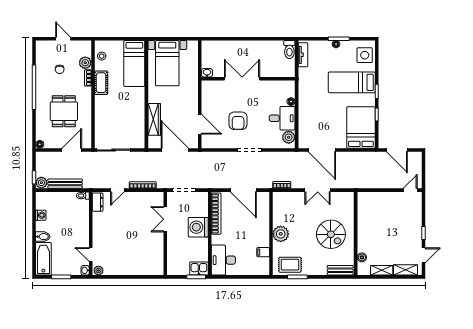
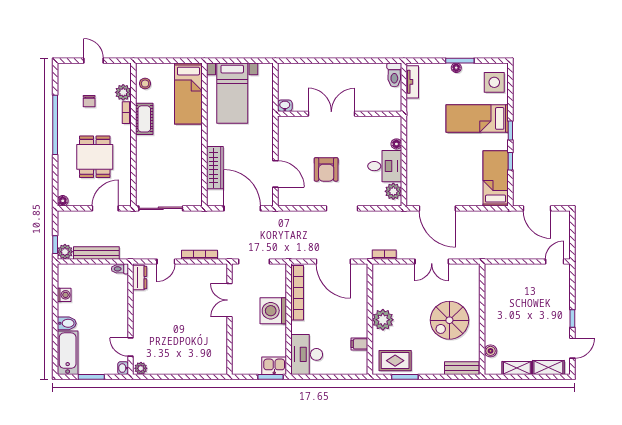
bed: (361, 127) -> (496, 178), width x0.67
spiral stairs: (331, 234) -> (449, 320), turned 90

